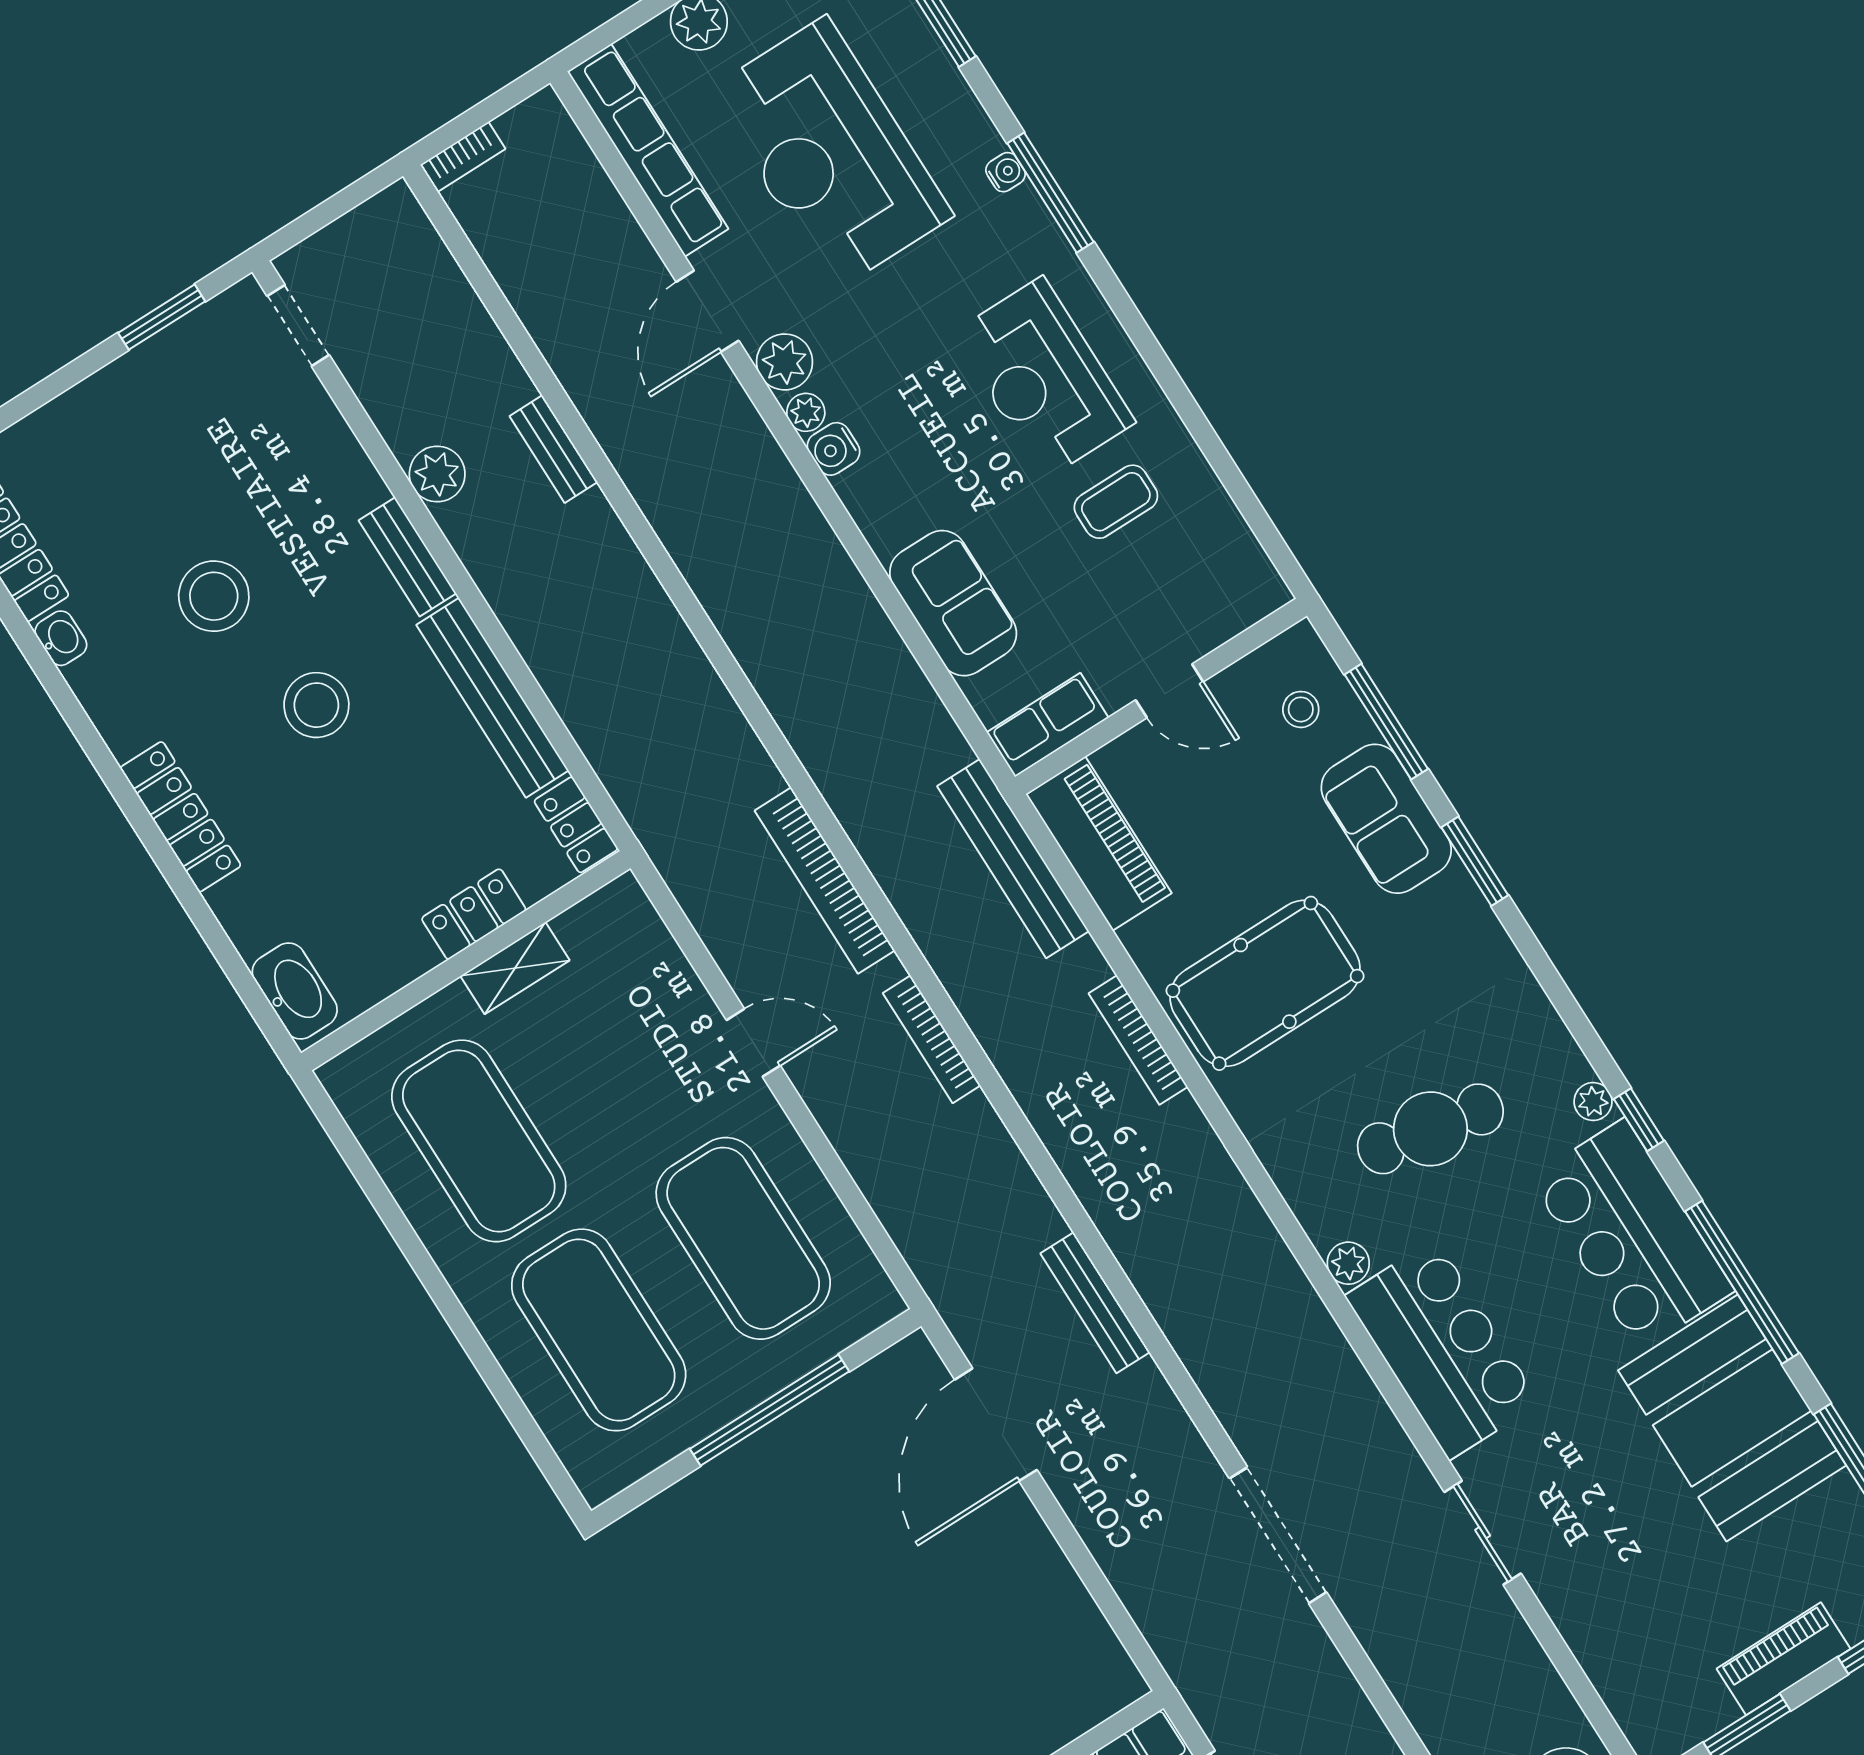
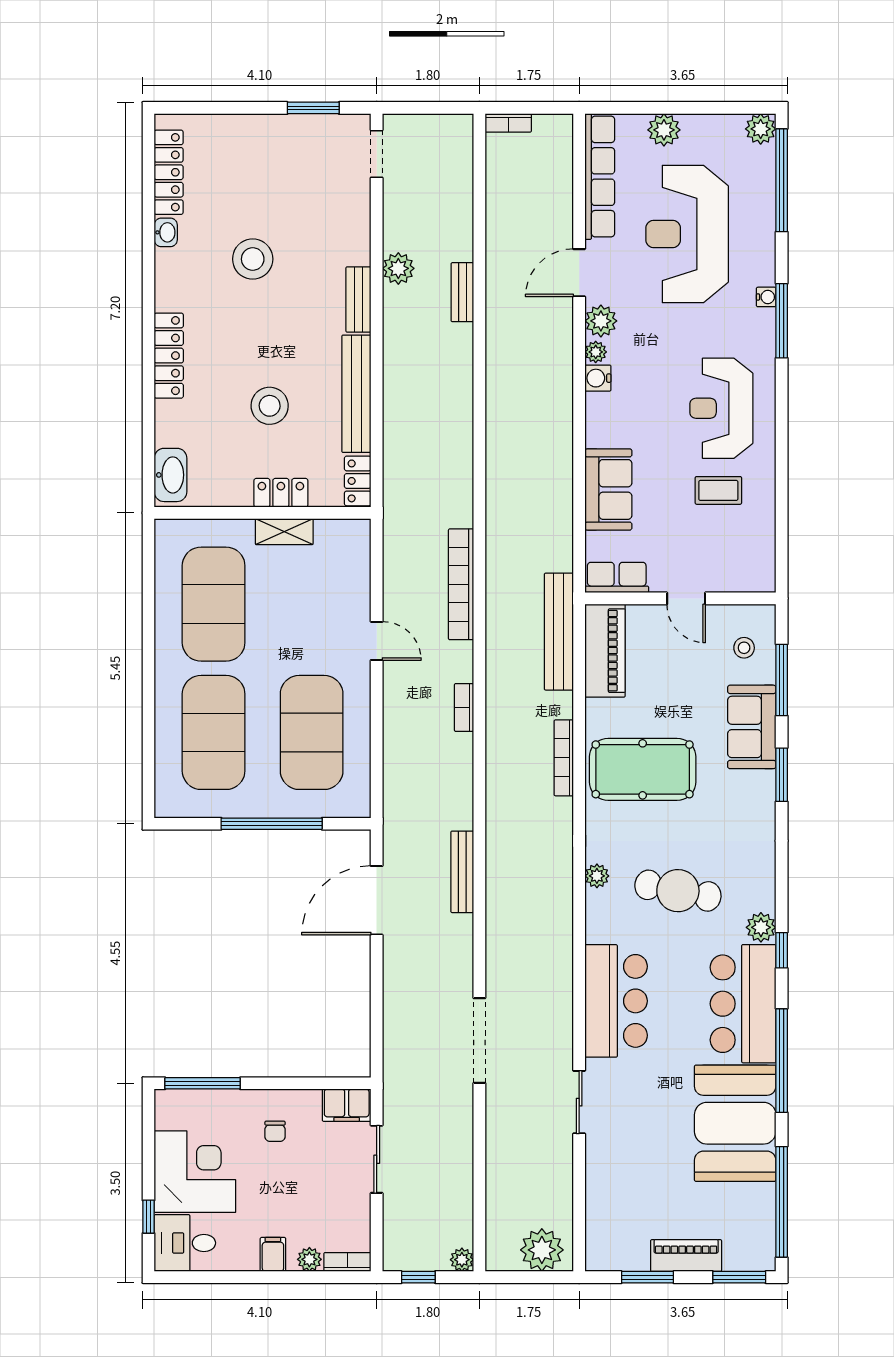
stool: (316, 705) -> (270, 406), moved
bookcase: (932, 1039) -> (464, 707), width x0.64
plant: (1593, 1102) -> (761, 927), width x1.38, depth x1.38
plant: (1348, 1263) -> (597, 876), moved

